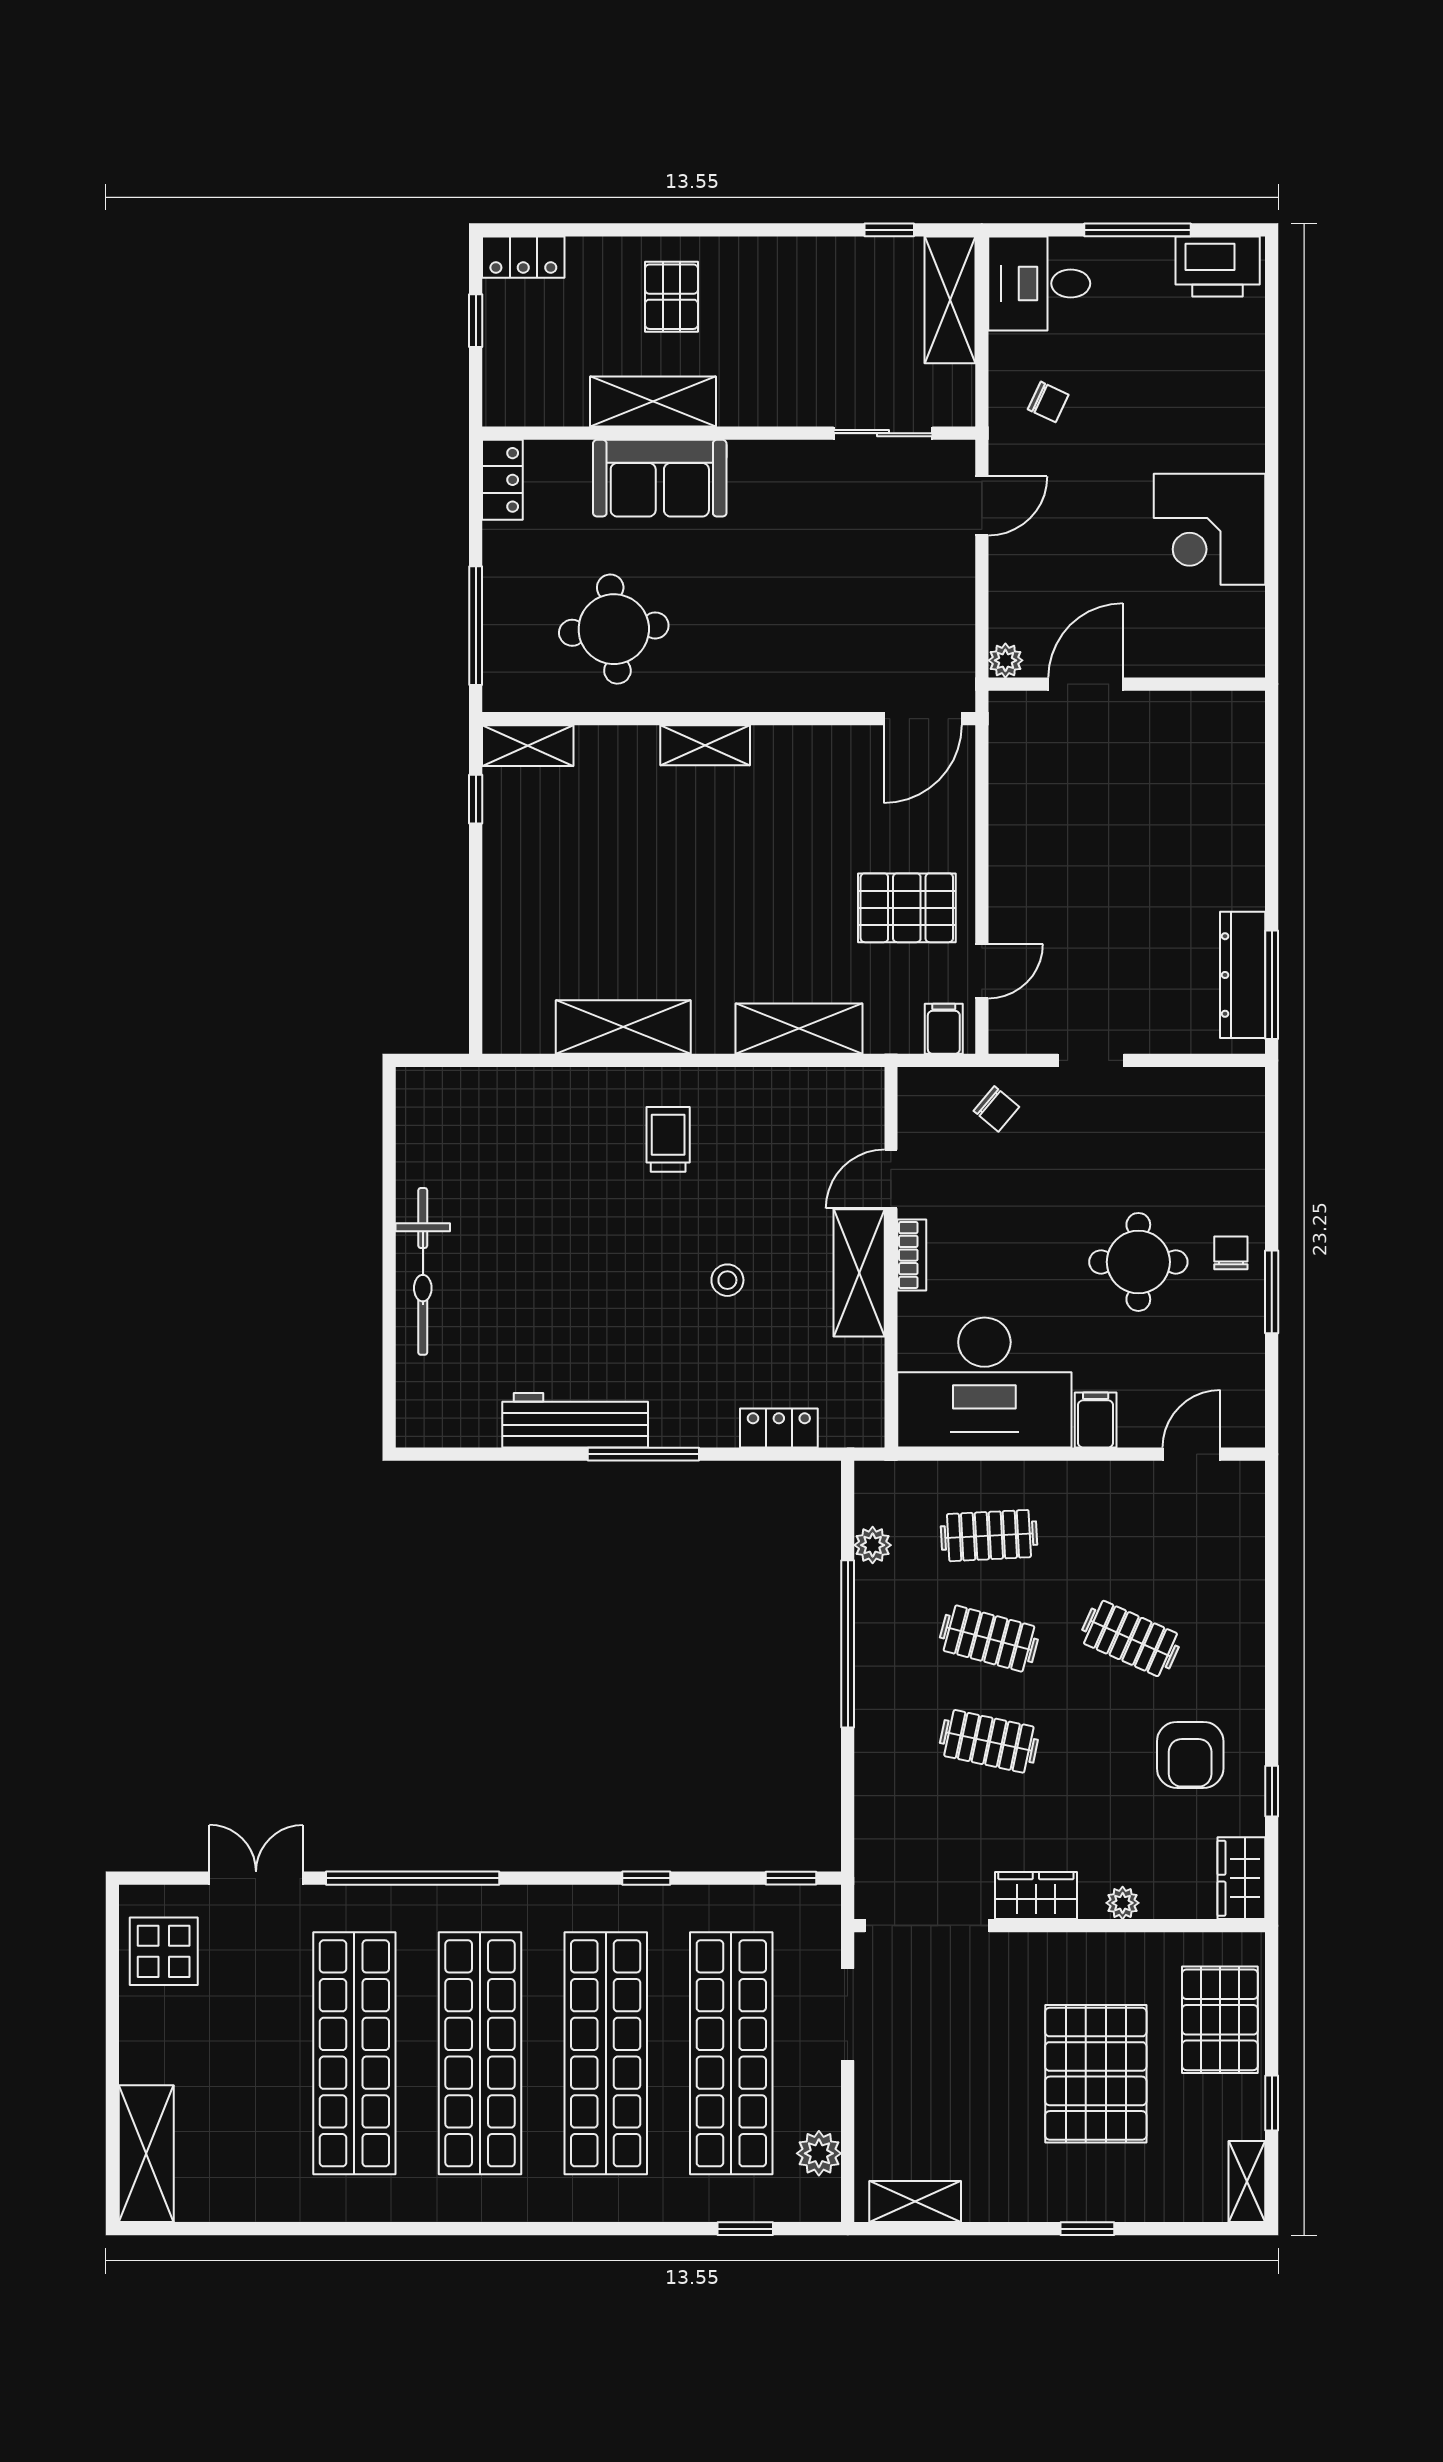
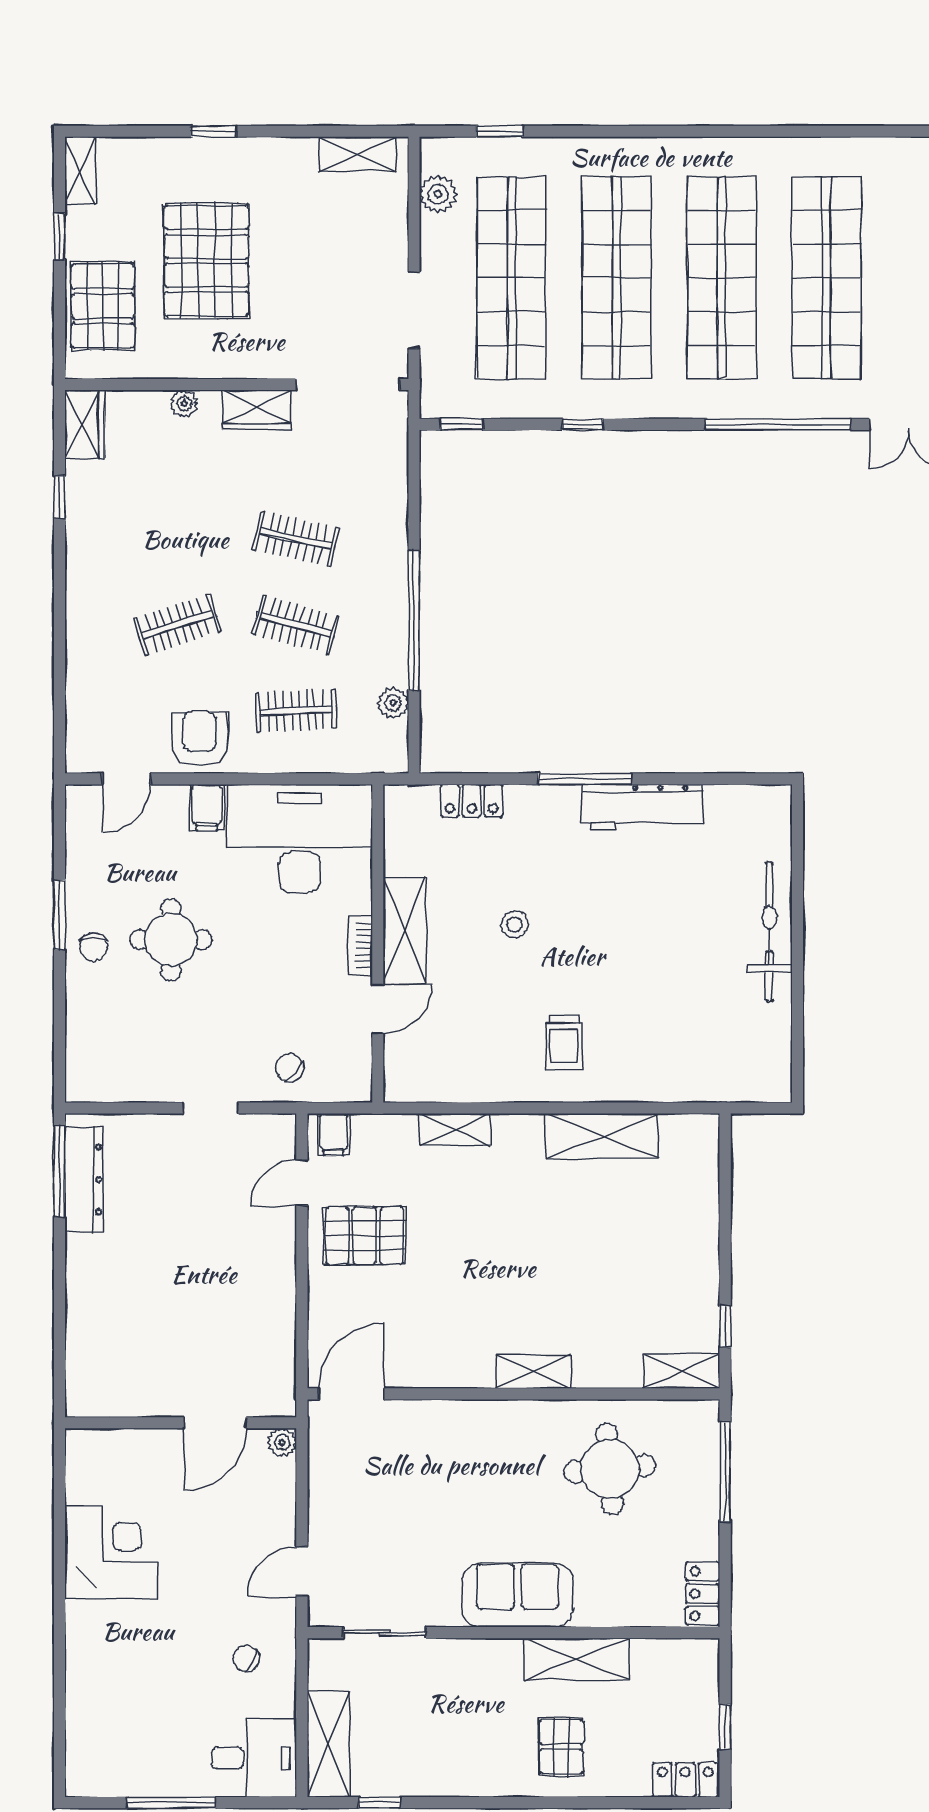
printer: (1218, 266) -> (105, 1772), removed
sofa: (660, 478) -> (518, 1595), moved
shelving: (799, 1029) -> (455, 1129), width x0.67, depth x0.75
clothes rail: (1130, 1638) -> (178, 625), turned -42
armchair: (1190, 1755) -> (200, 739), moved

